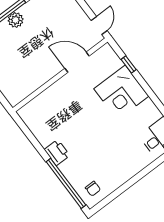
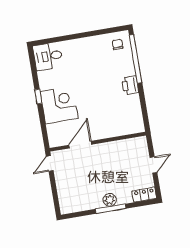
door: (77, 62) -> (80, 145), swing flipped
window: (129, 65) -> (38, 97), moved

